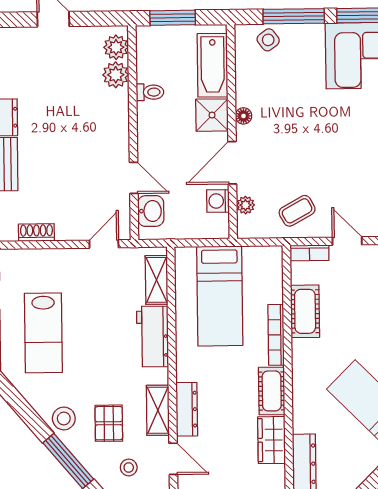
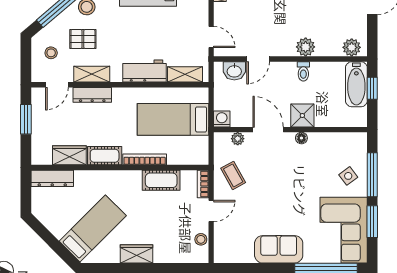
window: (173, 18) -> (372, 88), width x0.67
side table: (268, 40) -> (348, 176), moved
bathtub: (213, 65) -> (356, 84), moved, turned -90
plant: (116, 75) -> (306, 47), moved
toilet: (150, 92) -> (303, 71), moved
washing machine: (218, 201) -> (222, 119), moved

